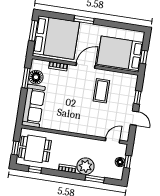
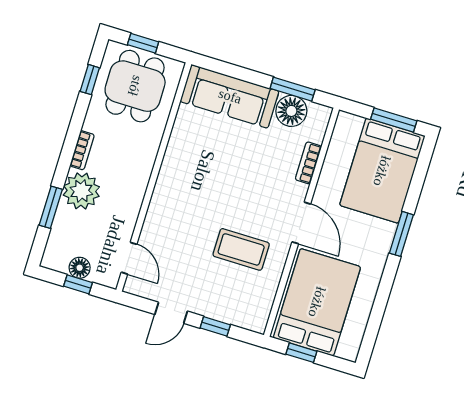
bed: (56, 38) -> (382, 171), width x0.73

